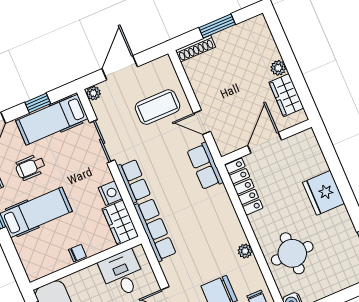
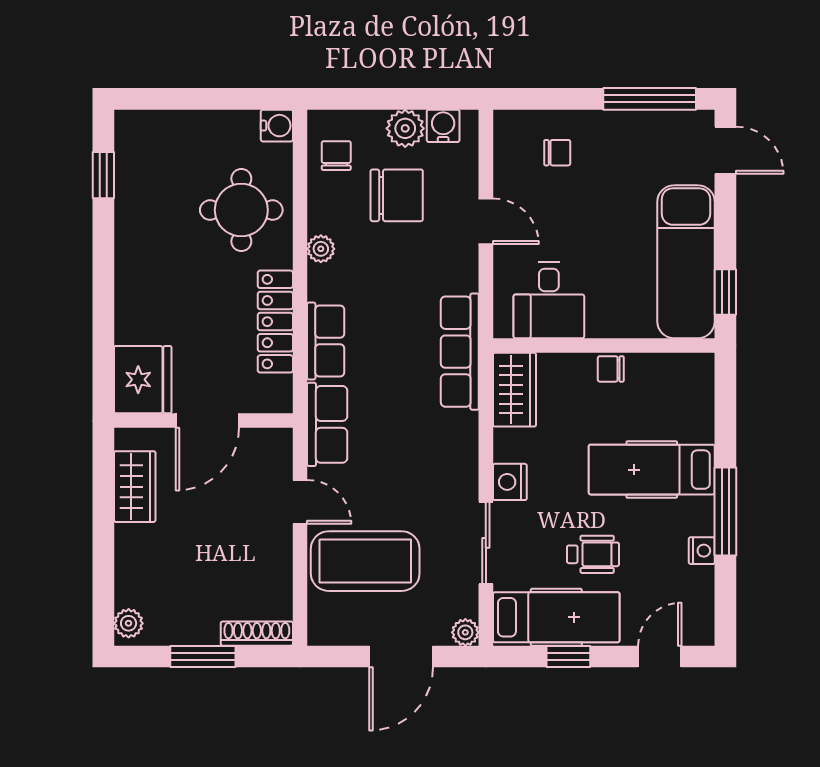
plant: (278, 68) -> (129, 623), moved
coffee table: (158, 107) -> (365, 561), width x1.36, depth x1.32
wheelchair: (30, 167) -> (593, 554), moved
row of seats: (134, 181) -> (326, 341), moved, turned 180
locker: (244, 187) -> (275, 322), moved
nightstand: (110, 193) -> (510, 482), moved
fridge: (324, 193) -> (143, 380), moved

